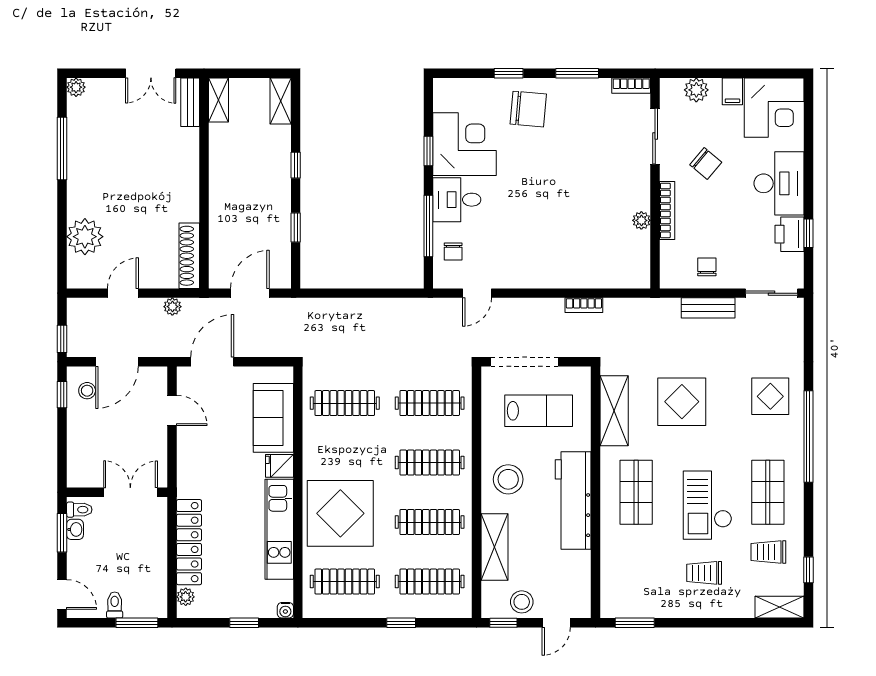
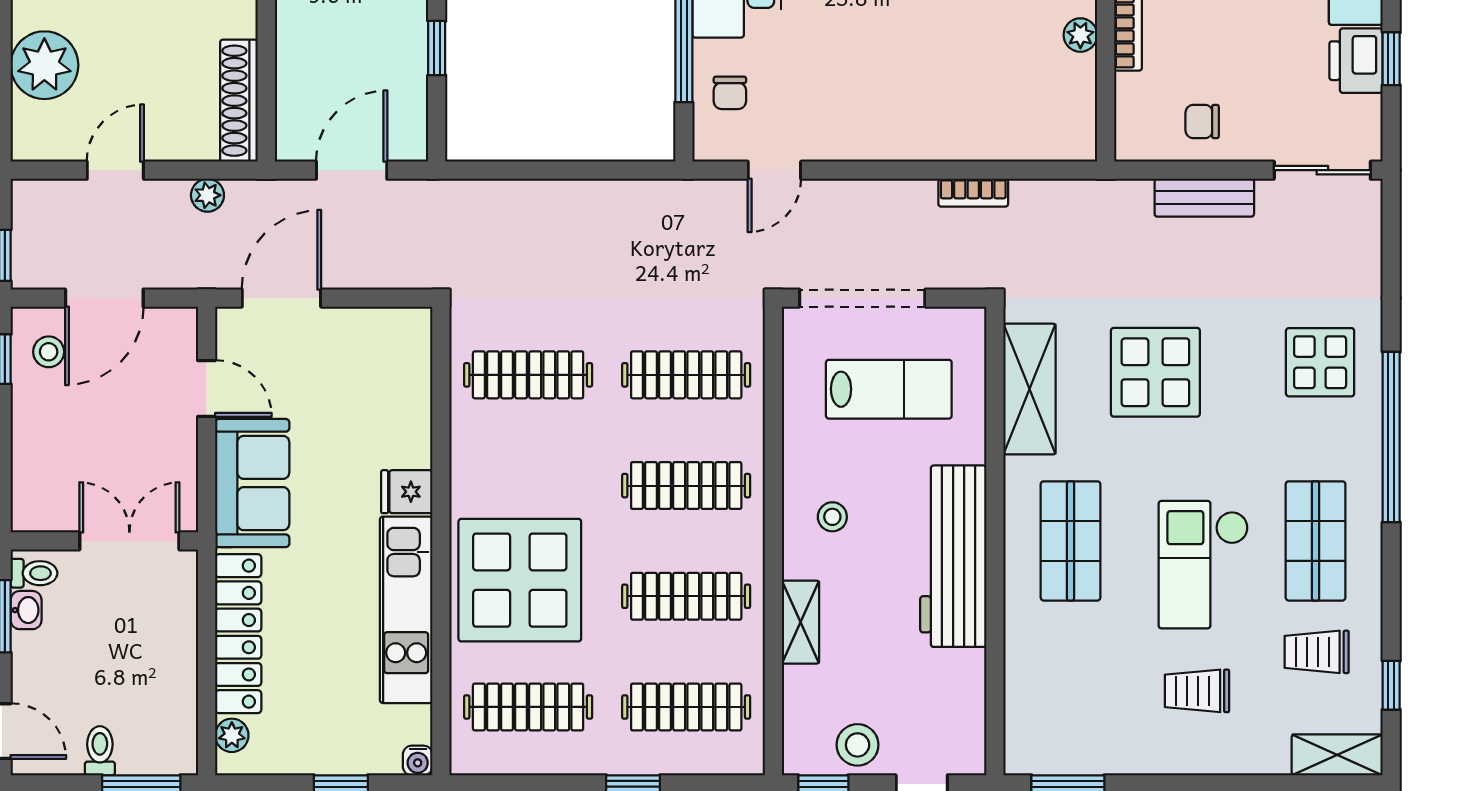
chair: (707, 267) -> (1202, 122), turned -90
sofa: (273, 418) -> (252, 483), moved, turned 180
stool: (508, 479) -> (832, 517), width x0.53, depth x0.53
shelving: (494, 547) -> (800, 622), width x0.67, depth x0.75

